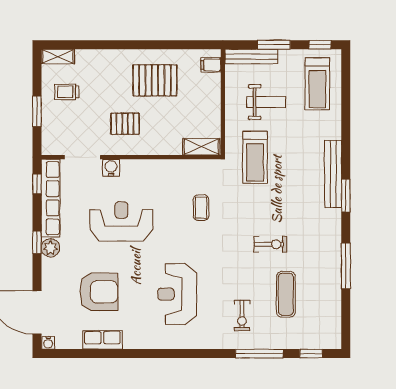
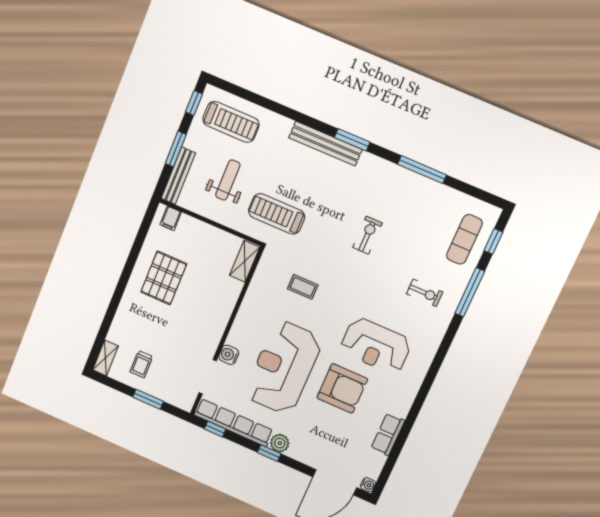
pallet: (125, 124) -> (193, 324), removed
treadmill: (255, 157) -> (277, 214), turned 180
reception desk: (121, 221) -> (283, 367), width x1.36, depth x1.30
armchair: (99, 292) -> (342, 388), moved, turned 90
exercise mat: (286, 294) -> (464, 239), moved, turned 90

